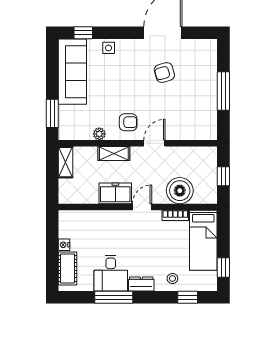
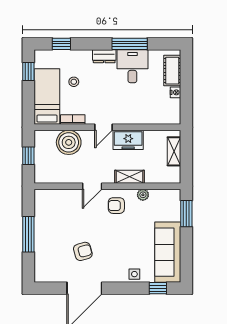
shelving: (66, 162) -> (174, 151), moved
stool: (172, 278) -> (74, 82), moved

